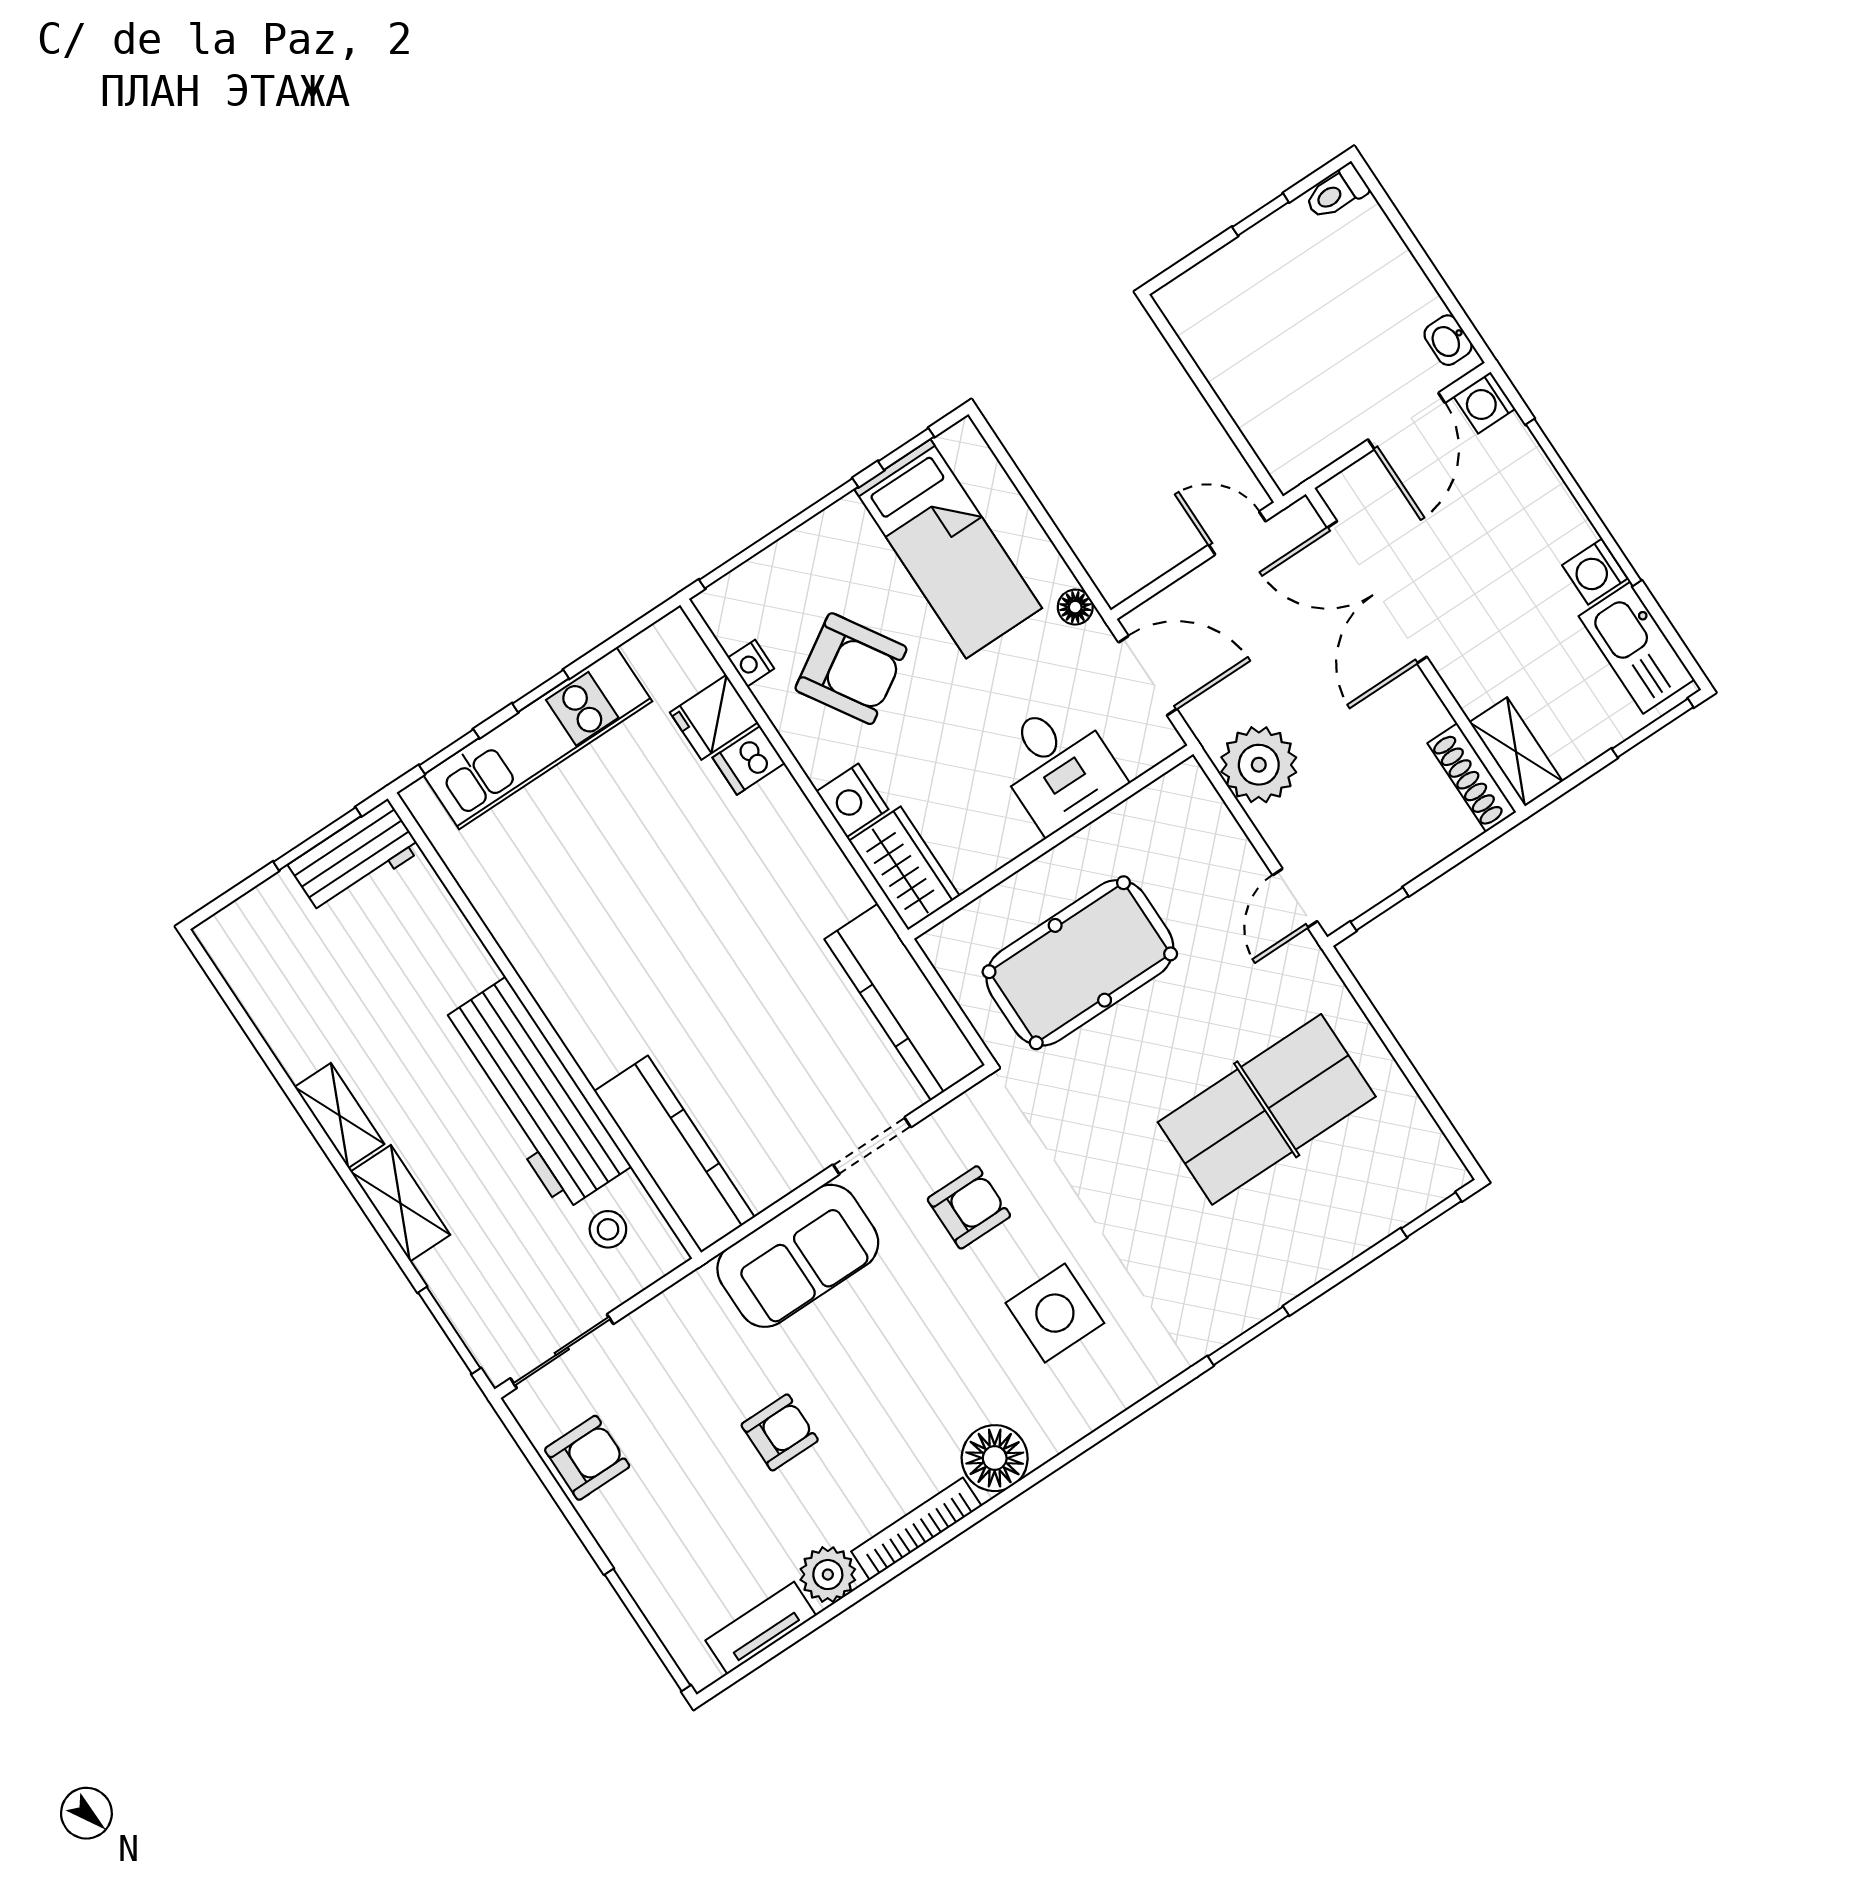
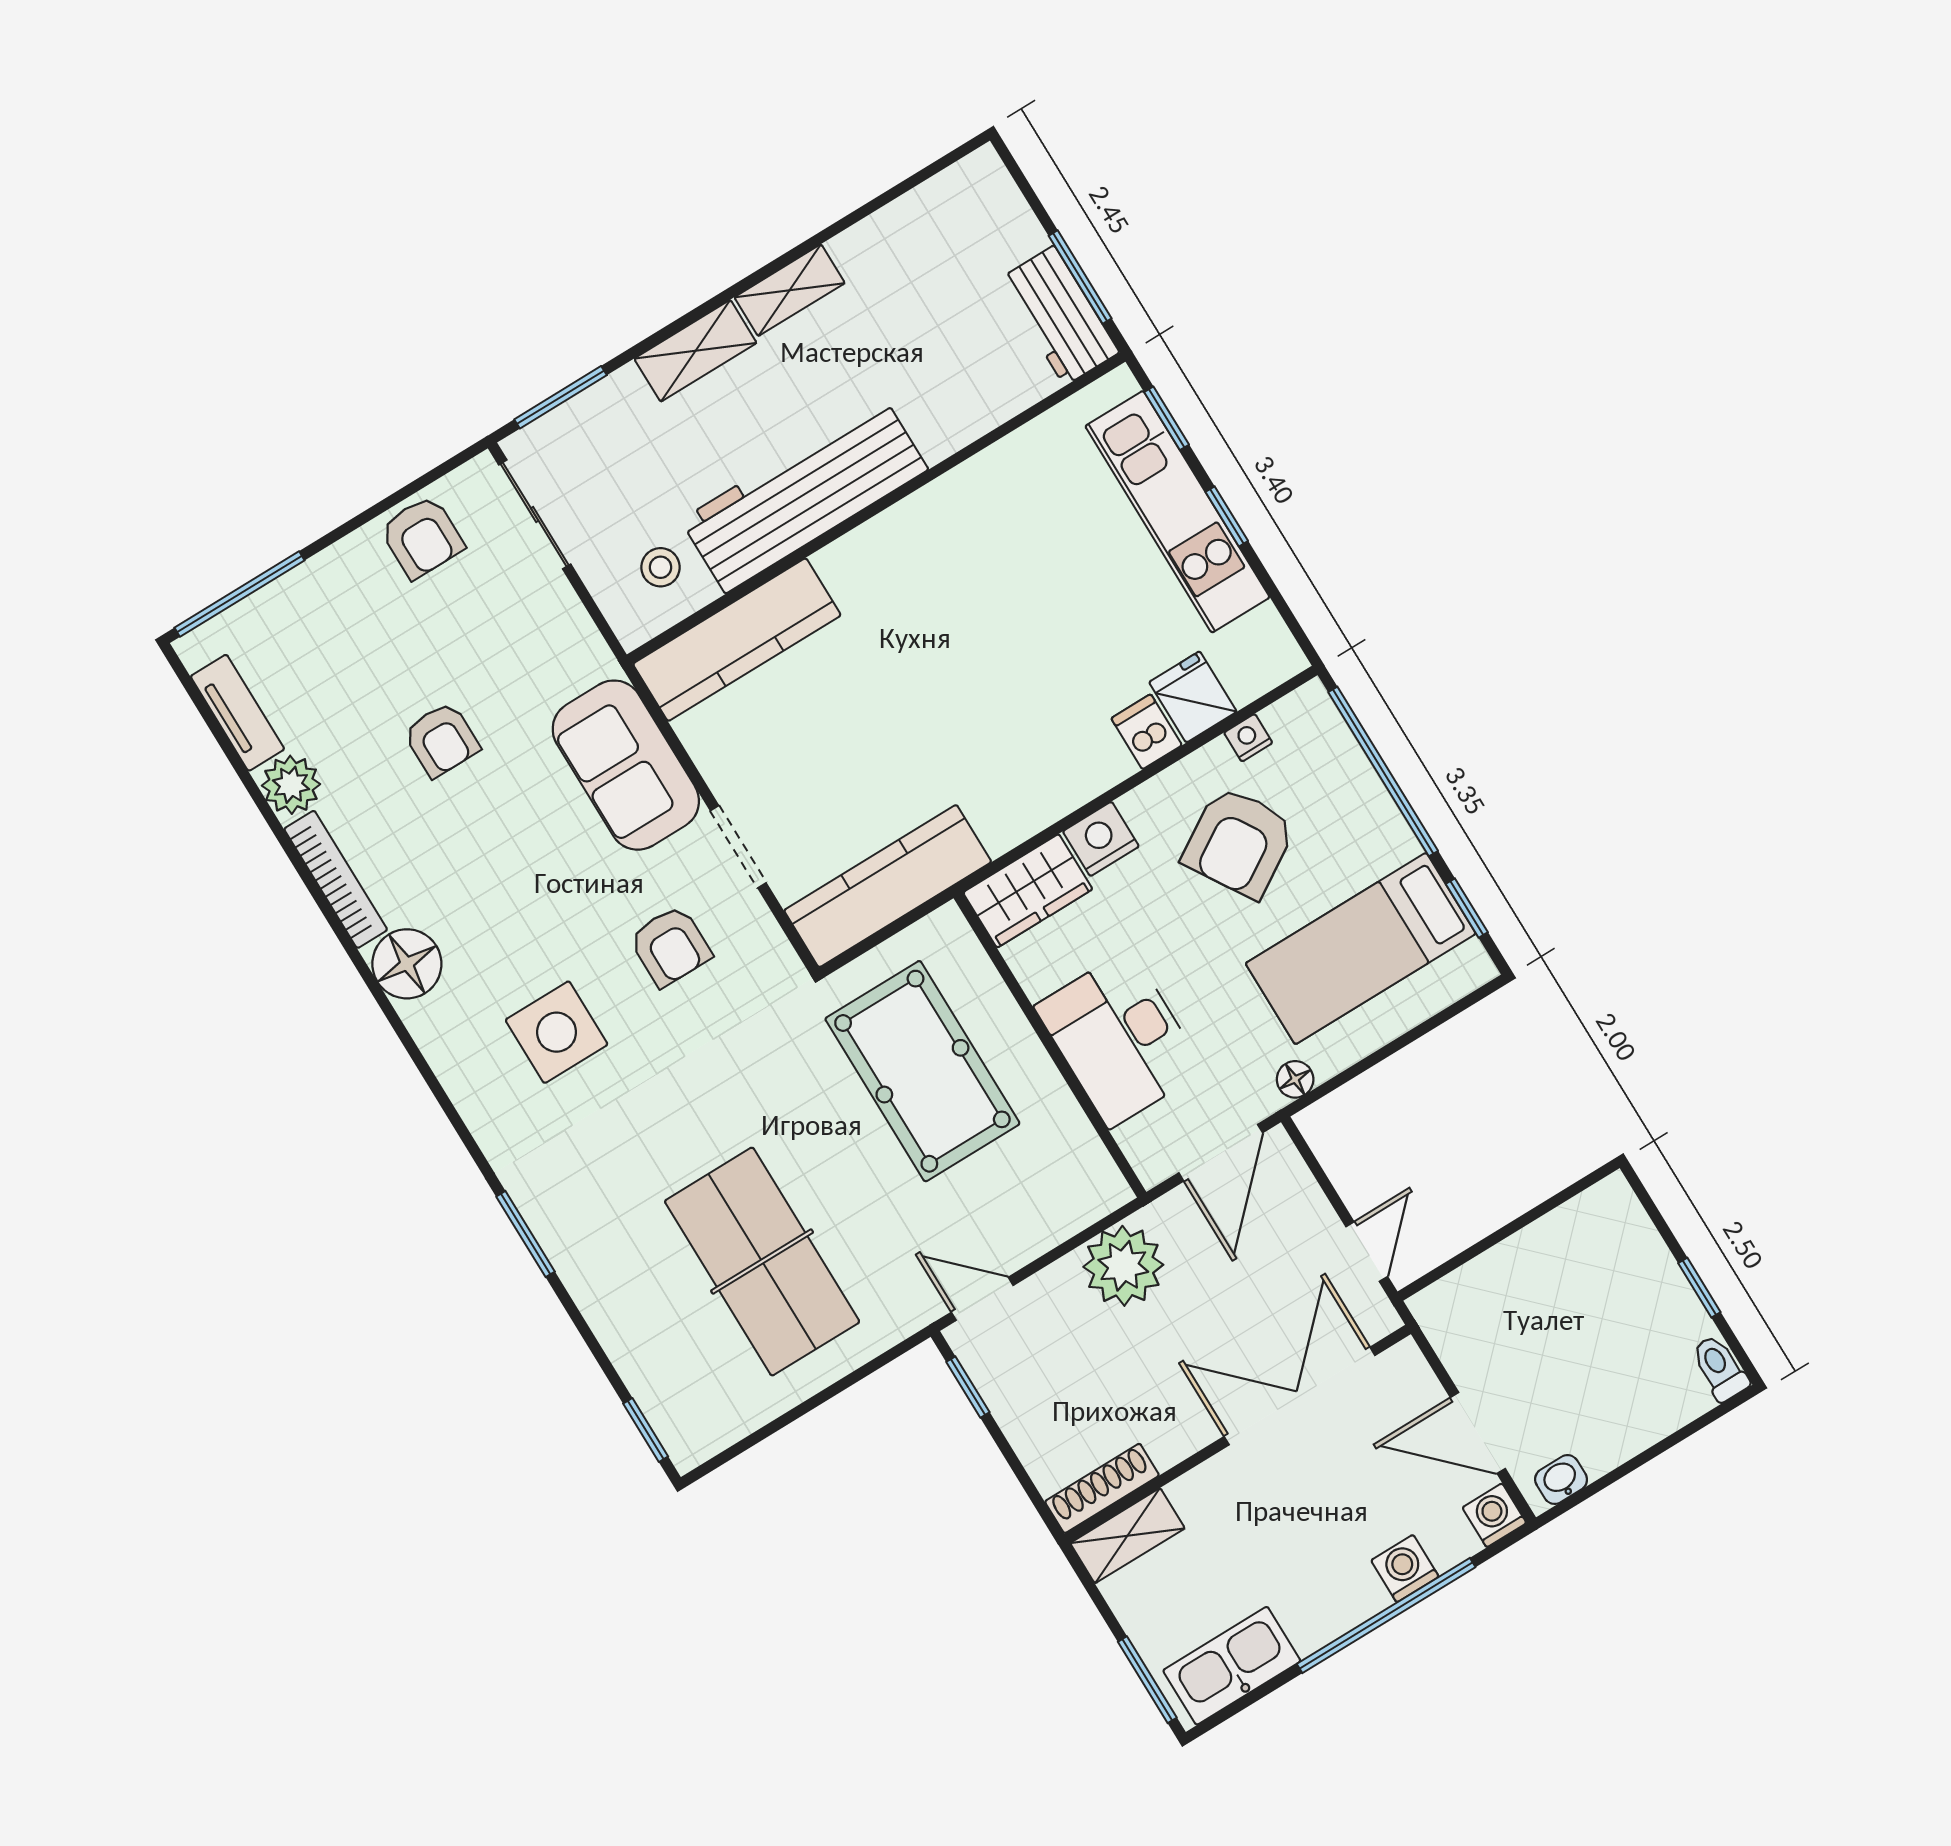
washing machine: (1595, 572) -> (1405, 1569), moved
desk: (1058, 766) -> (1119, 1039), width x1.37

